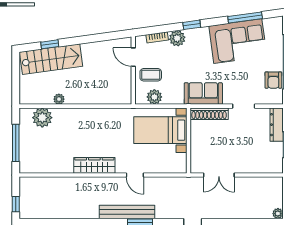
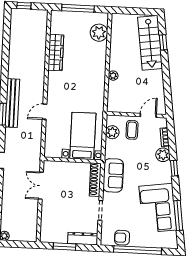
plant: (59, 99) -> (113, 76), moved
wardrobe: (94, 165) -> (56, 53), moved

